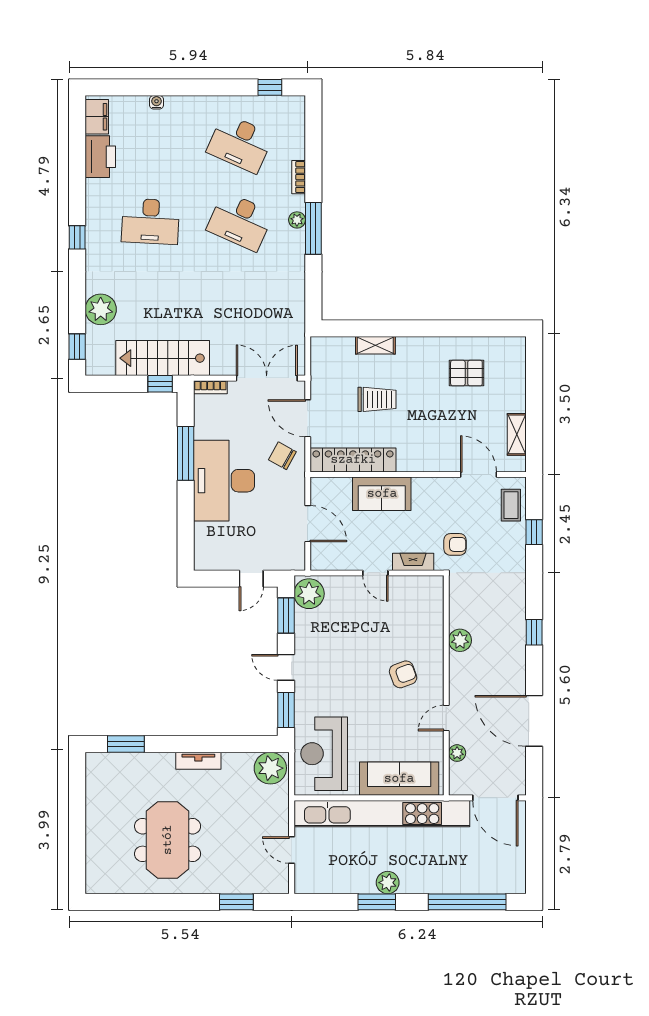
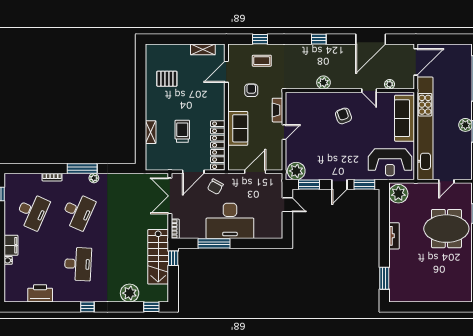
filing cabinet: (97, 117) -> (11, 245), moved, turned 90
plant: (297, 220) -> (94, 178), moved
pallet: (466, 373) -> (167, 79), turned 90
coffee table: (511, 505) -> (262, 61), moved
armchair: (455, 544) -> (251, 90), moved
meeting table: (168, 840) -> (446, 229), moved

